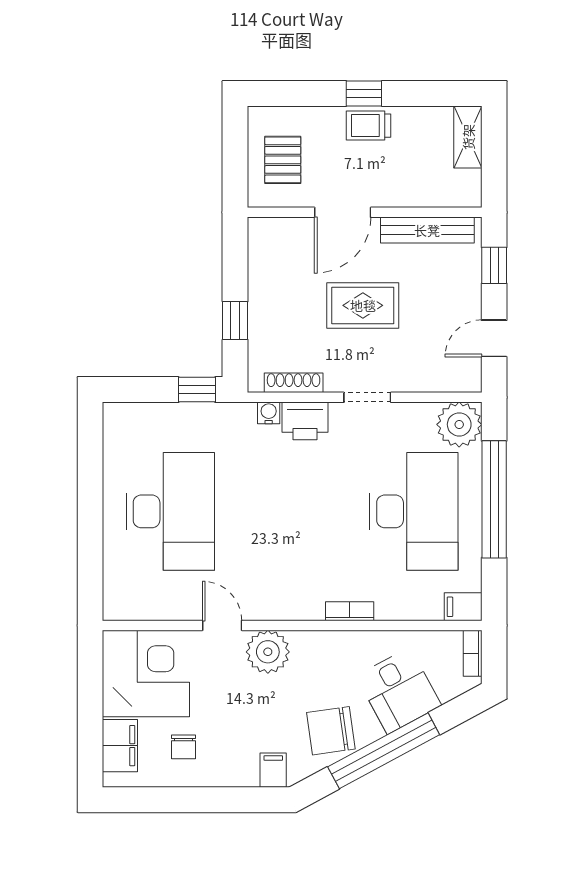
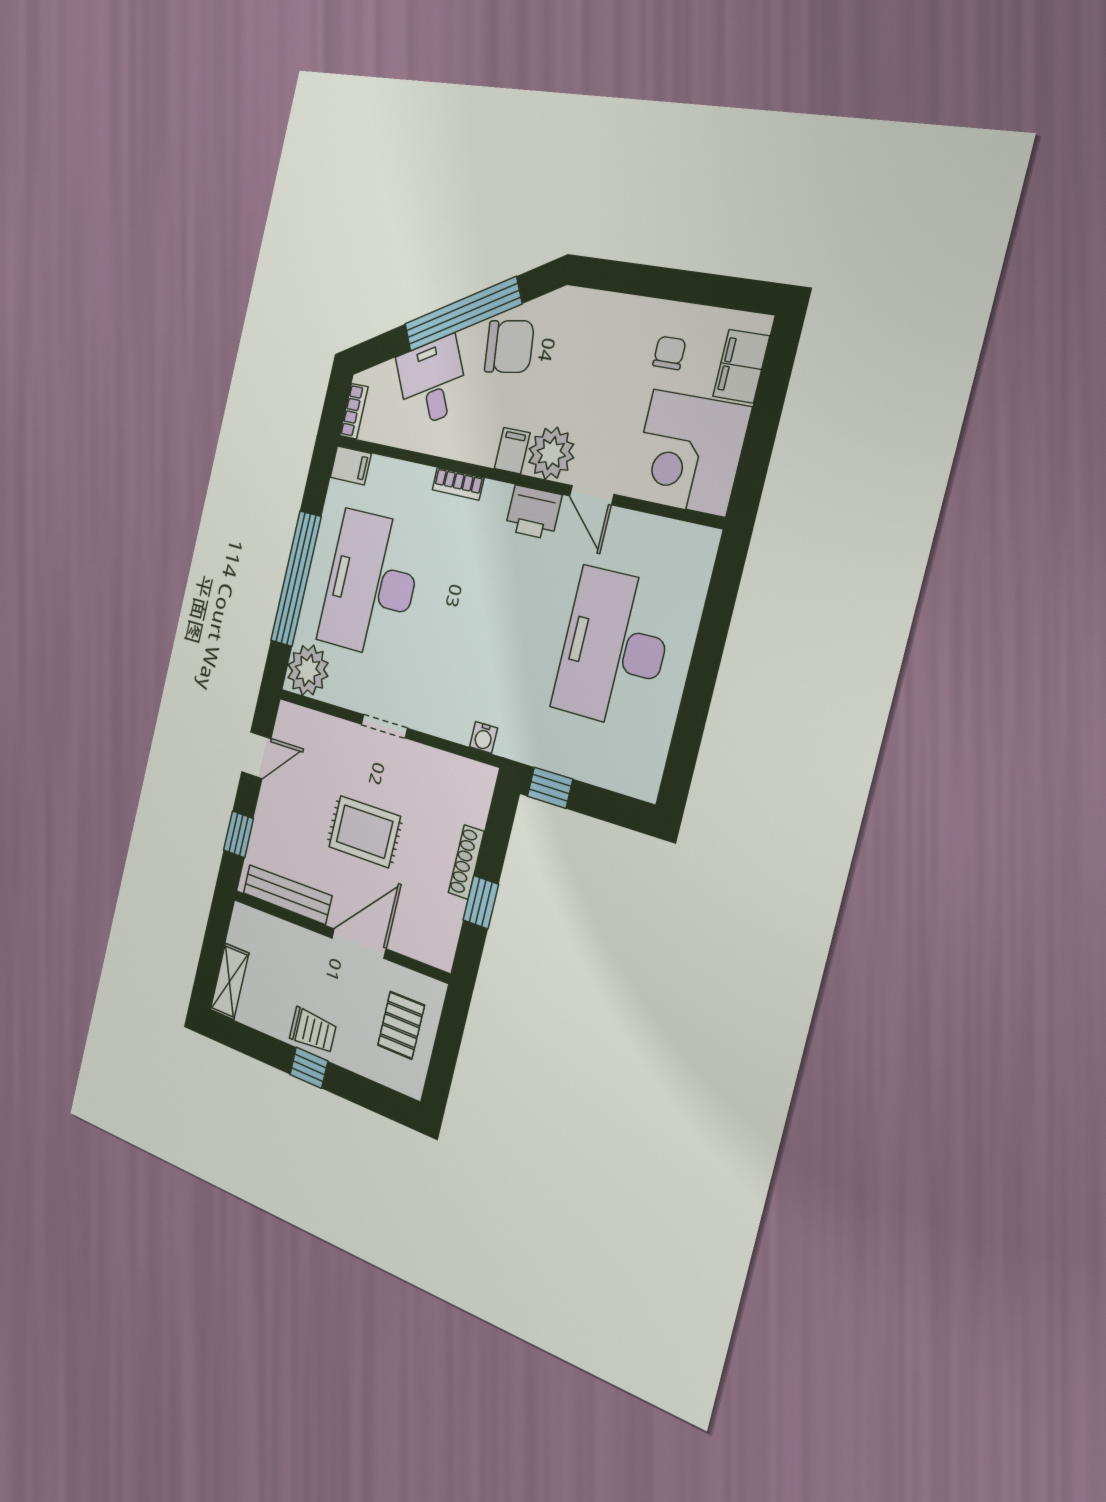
window: (235, 321) -> (481, 902), moved
shoe rack: (294, 383) -> (466, 862), moved, turned 90
printer: (305, 421) -> (533, 512), moved, turned 180
filing cabinet: (273, 770) -> (512, 451), moved, turned 180

